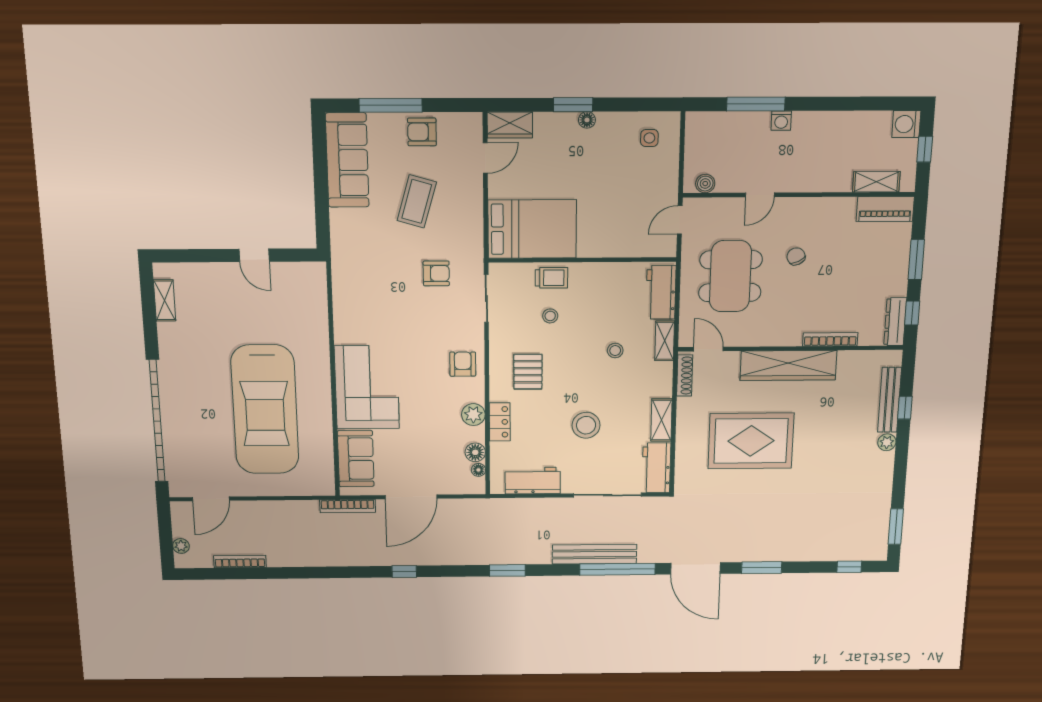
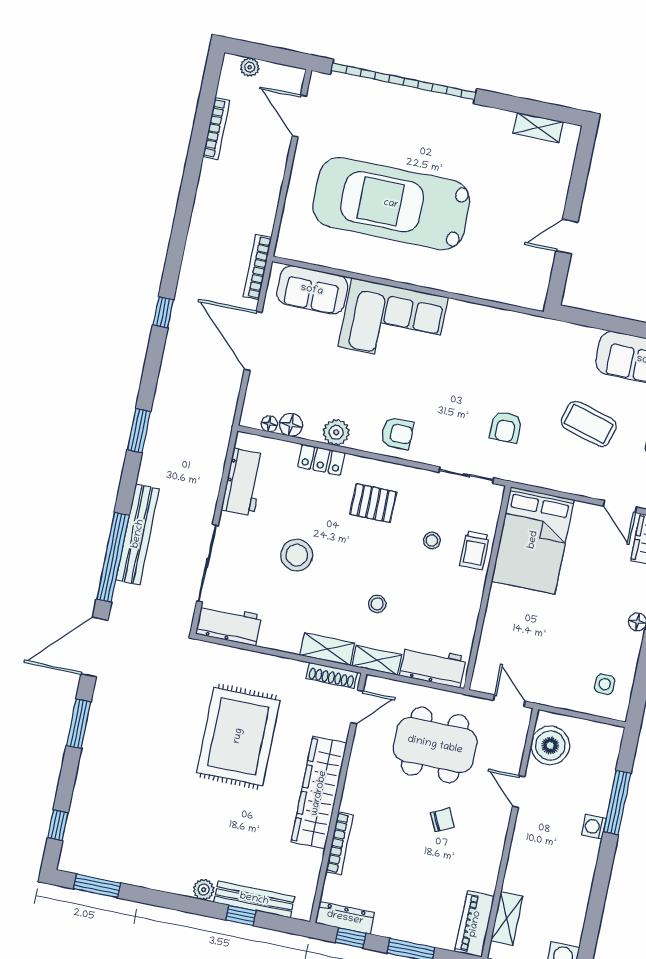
boiler: (705, 184) -> (550, 745), width x1.86, depth x1.86
shelving: (661, 420) -> (327, 649), moved

